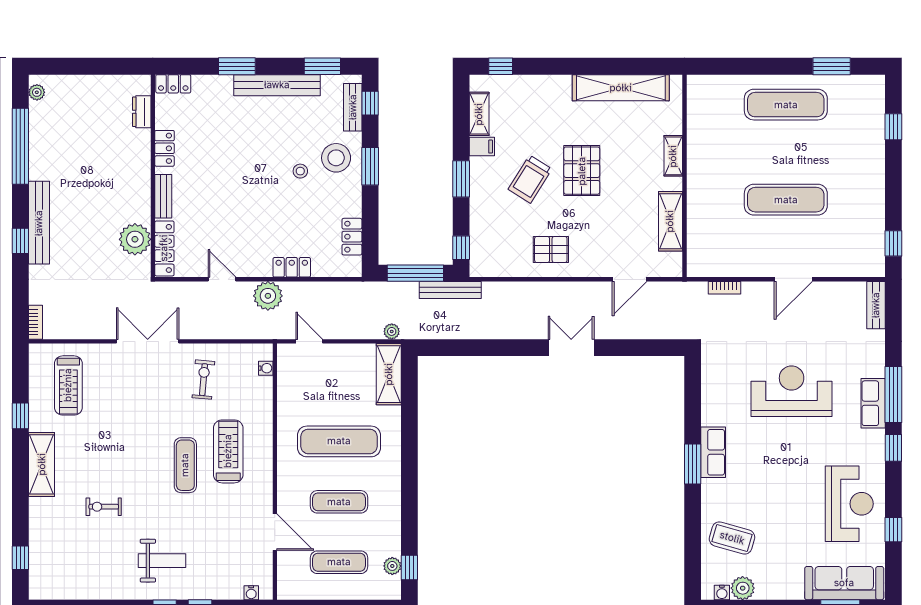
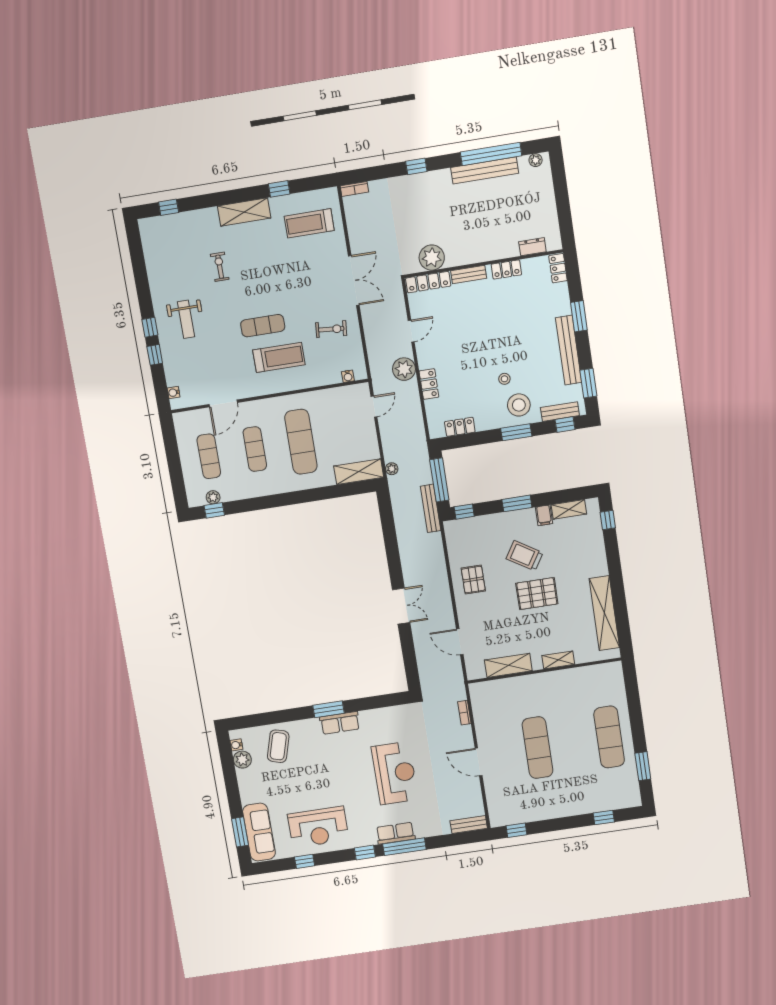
bench: (39, 223) -> (485, 170), moved

